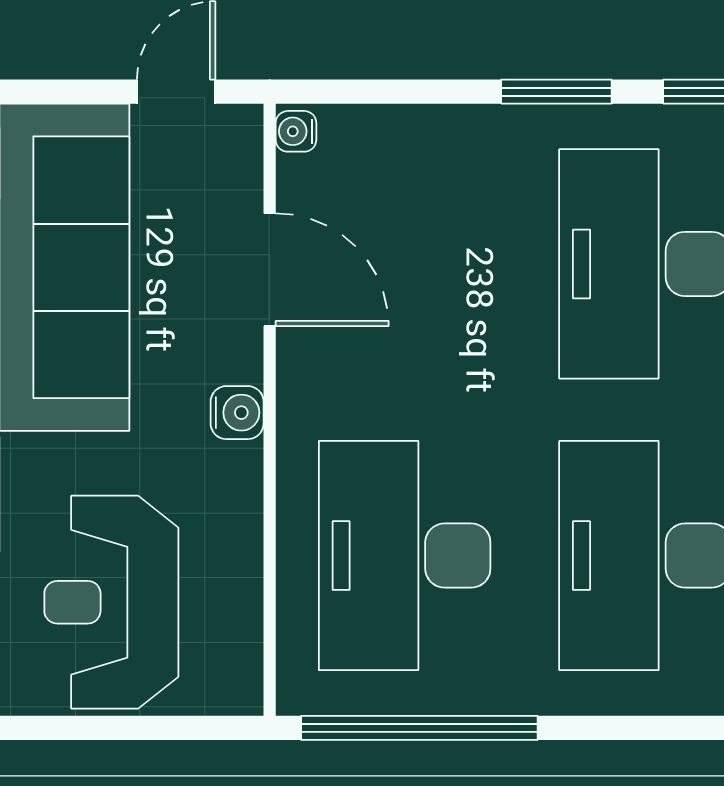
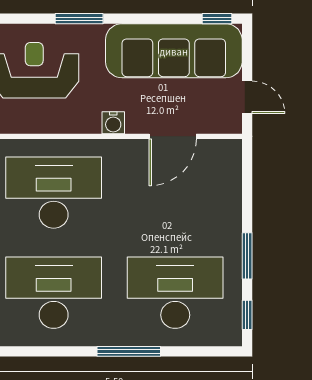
water cooler: (296, 131) -> (230, 147), removed

